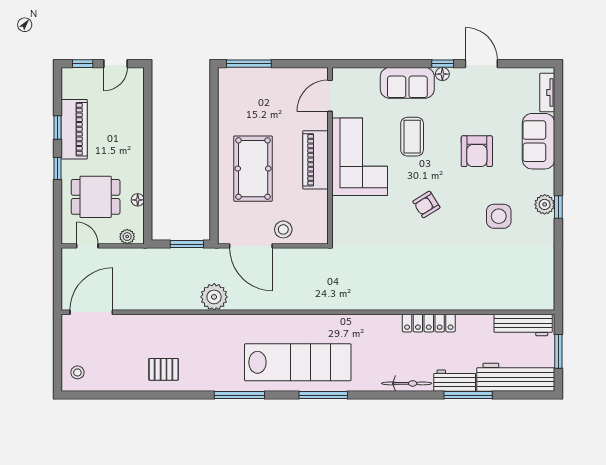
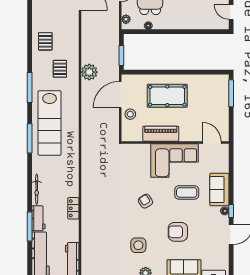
piano: (315, 160) -> (161, 134), moved
locker: (429, 323) -> (73, 208), width x0.66
pallet: (209, 345) -> (60, 69), added

